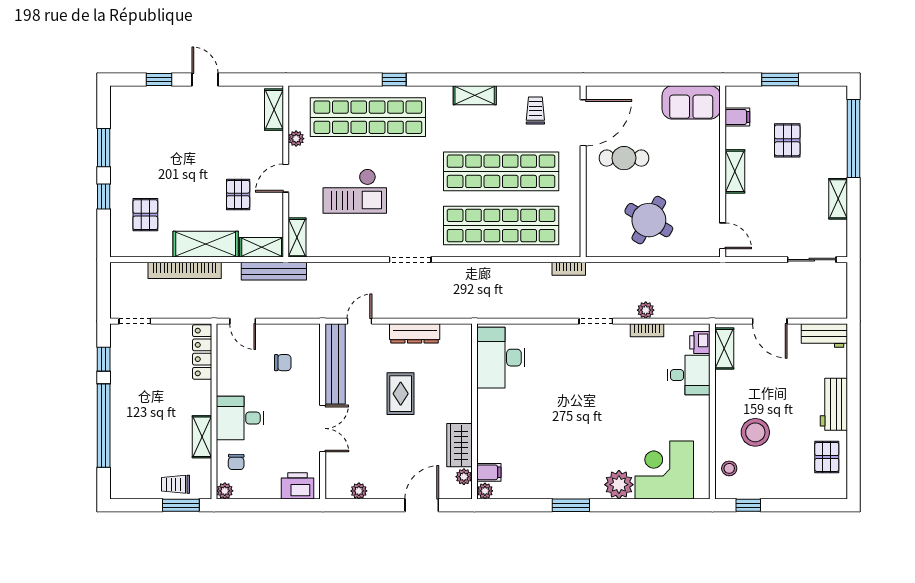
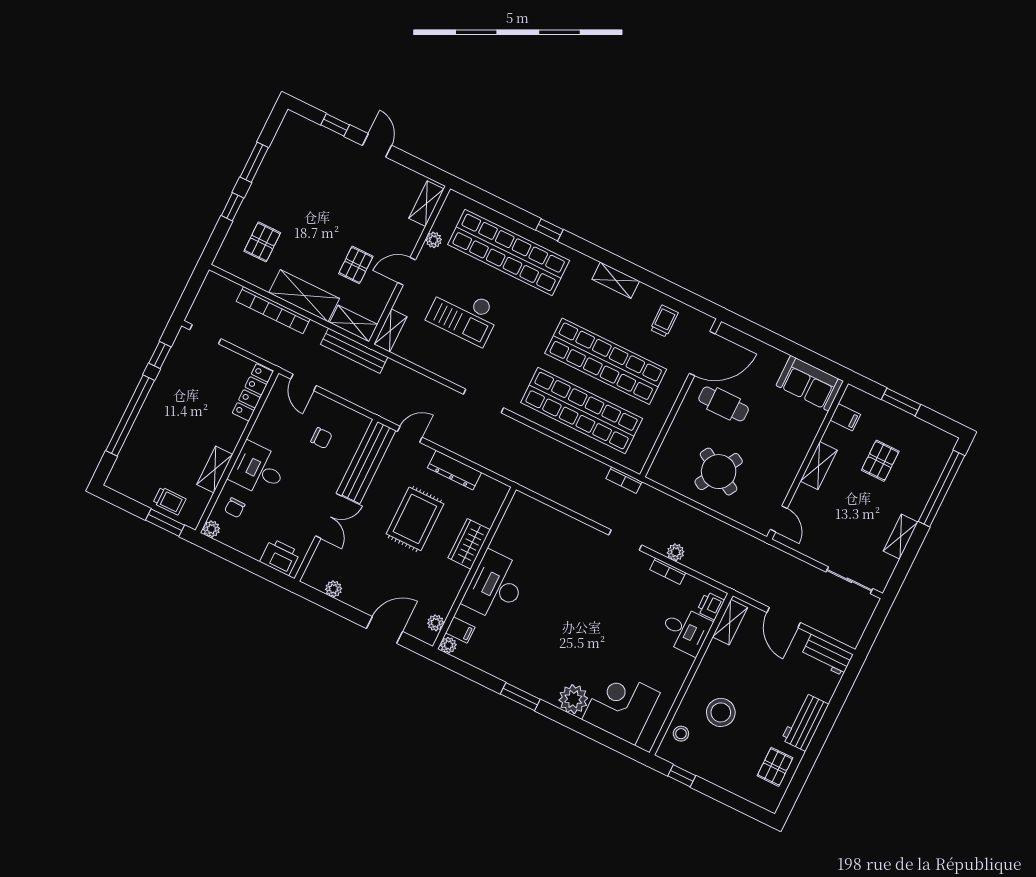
desk: (501, 358) -> (495, 586), moved
rug: (401, 394) -> (415, 519), width x1.36, depth x1.43
wardrobe: (459, 445) -> (469, 544), moved
trolley: (175, 484) -> (169, 501), turned 180

